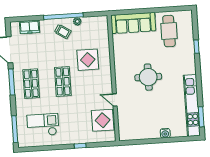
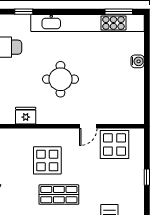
fridge: (120, 53) -> (26, 116), added
display table: (88, 60) -> (47, 160), moved
kitchen unit: (192, 105) -> (87, 23), width x1.36

